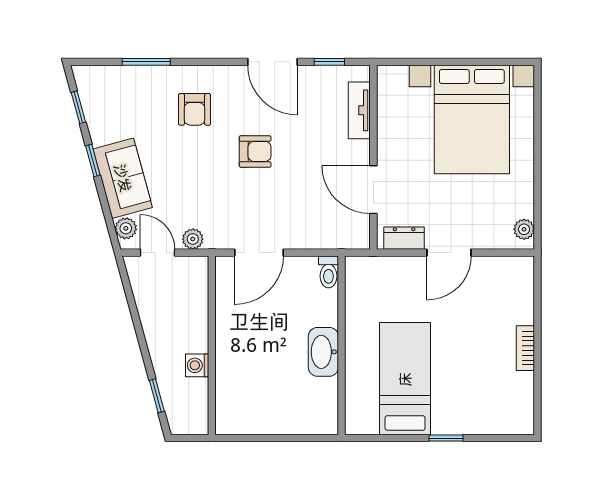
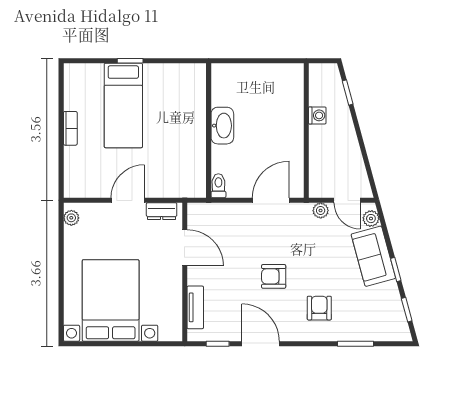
bed: (405, 379) -> (123, 105), moved

